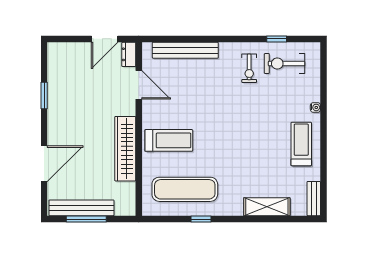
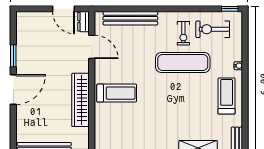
door: (105, 39) -> (63, 9), hinge flipped
window: (277, 39) -> (230, 9), moved
door: (44, 164) -> (13, 90), moved
exercise mat: (185, 189) -> (183, 63), moved

